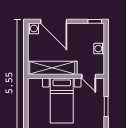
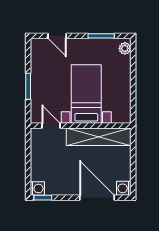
washing machine: (99, 49) -> (37, 189), moved

